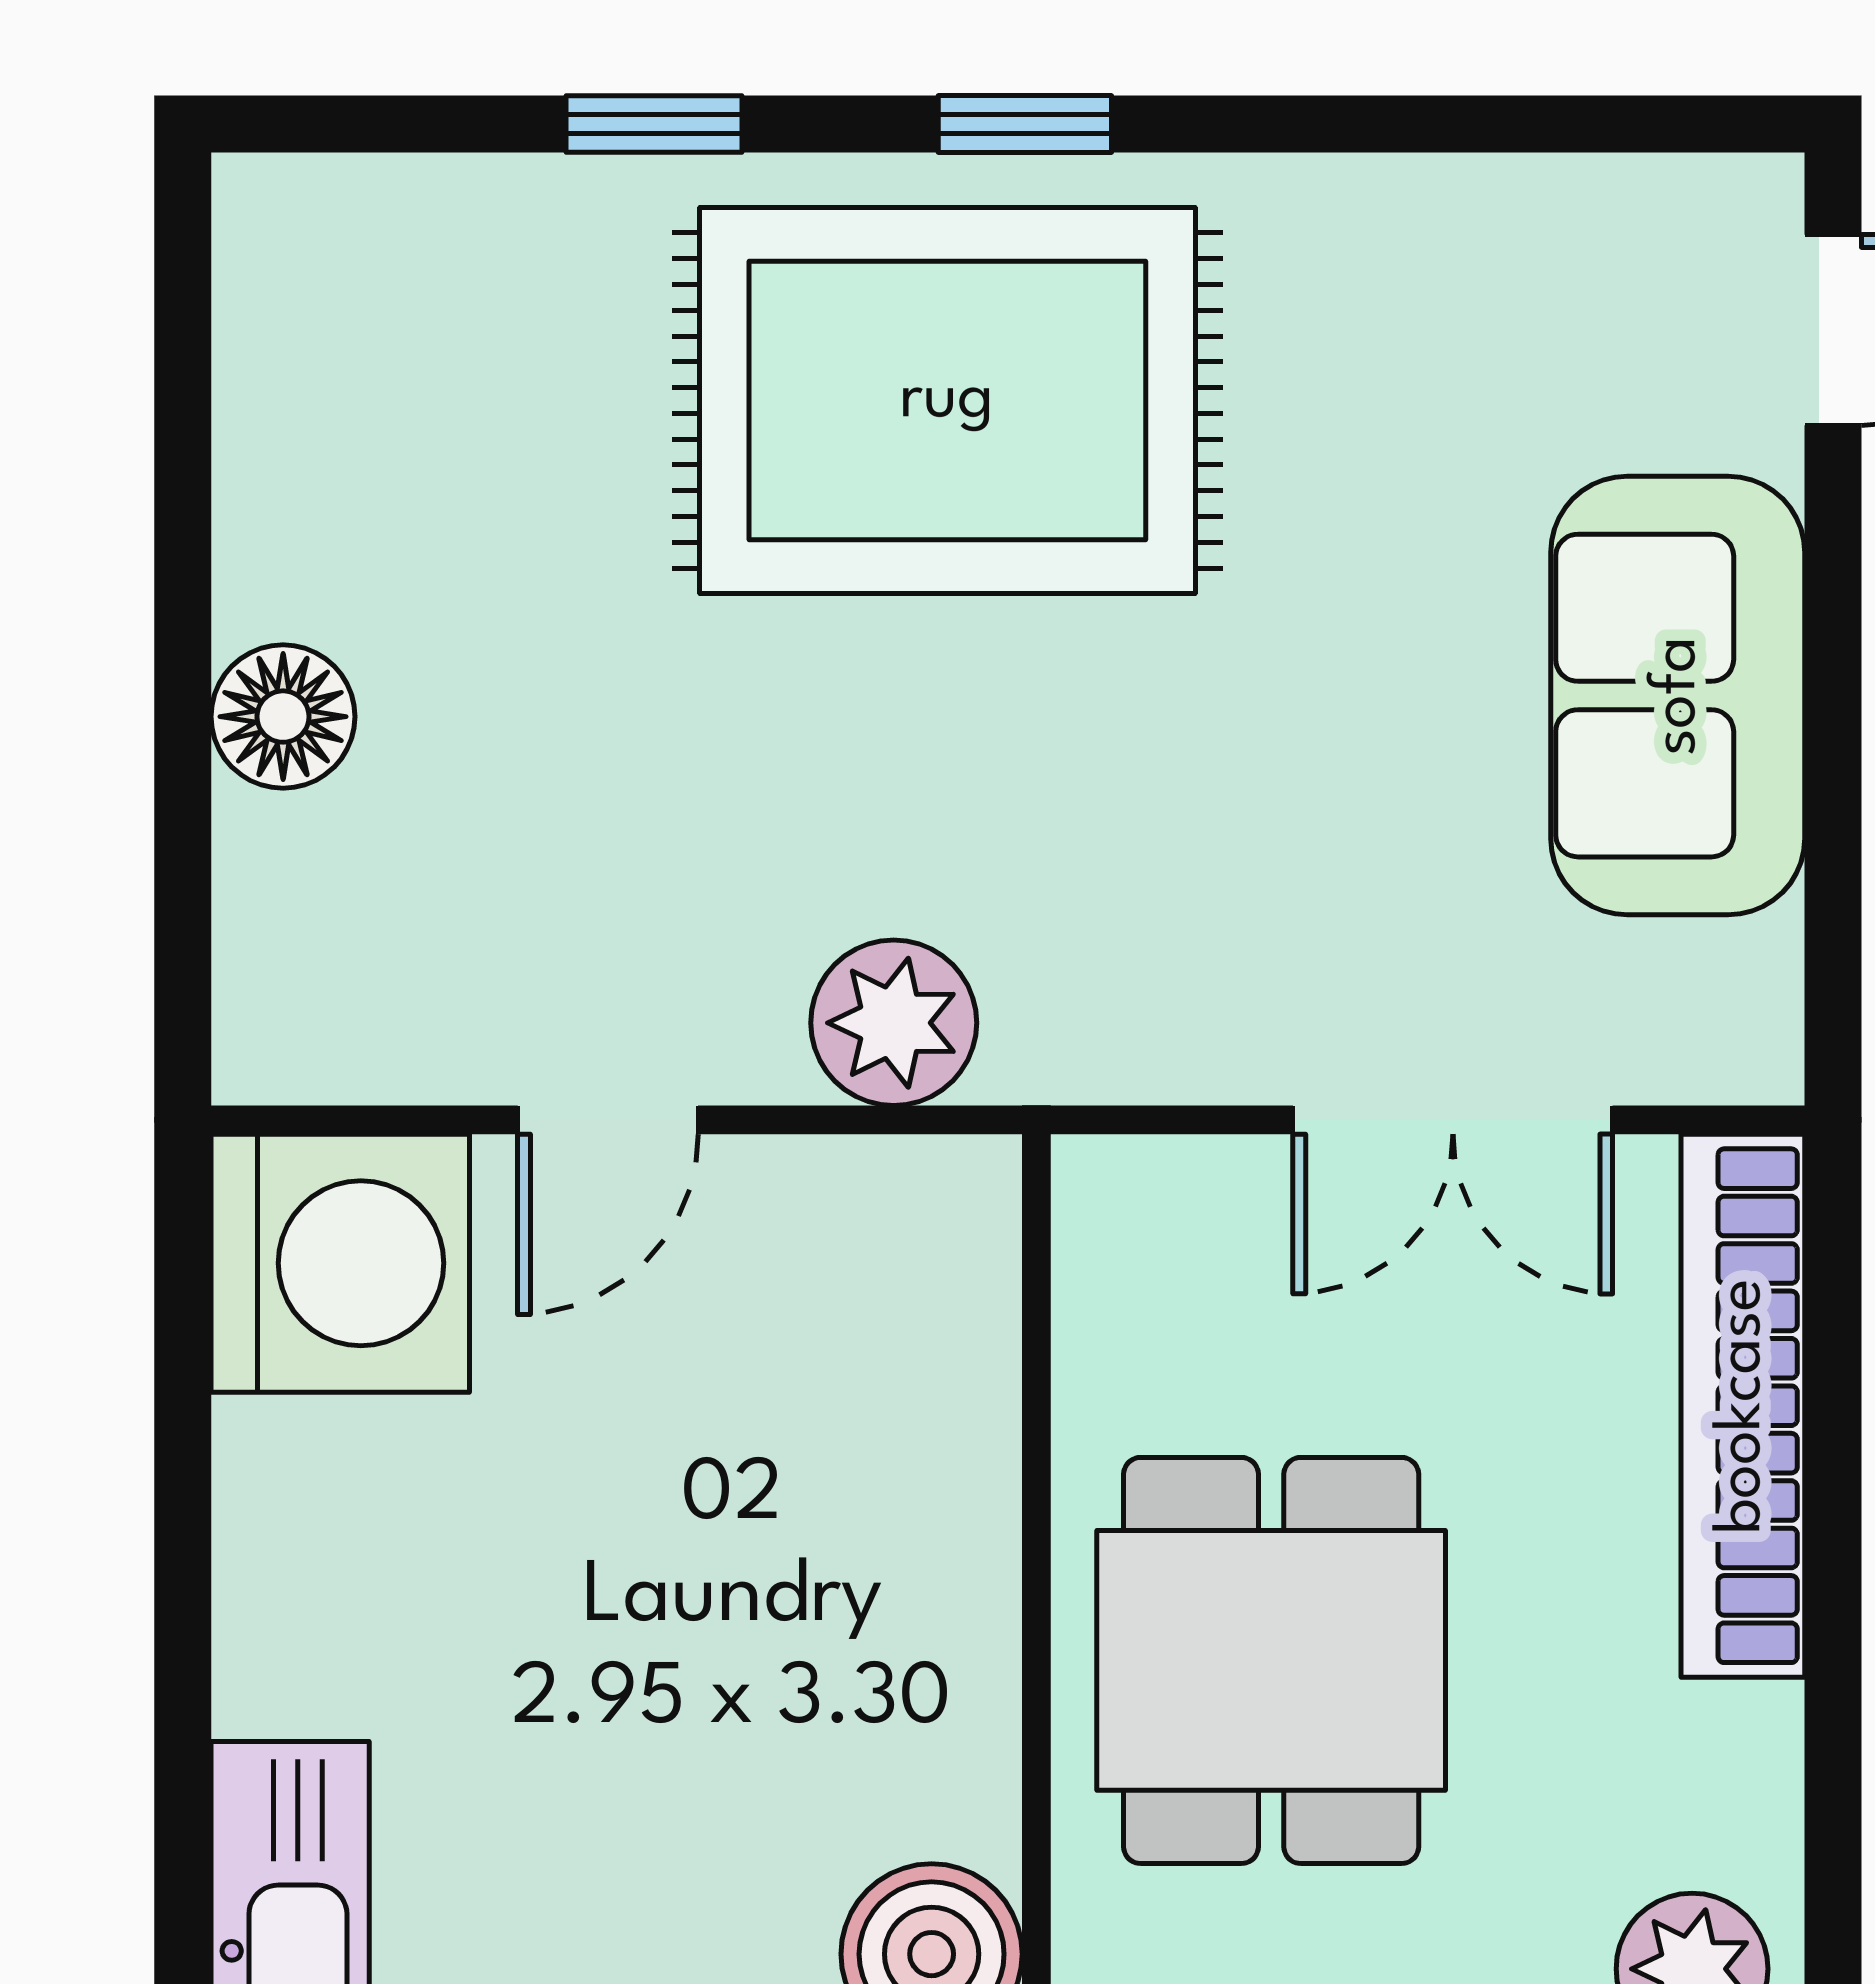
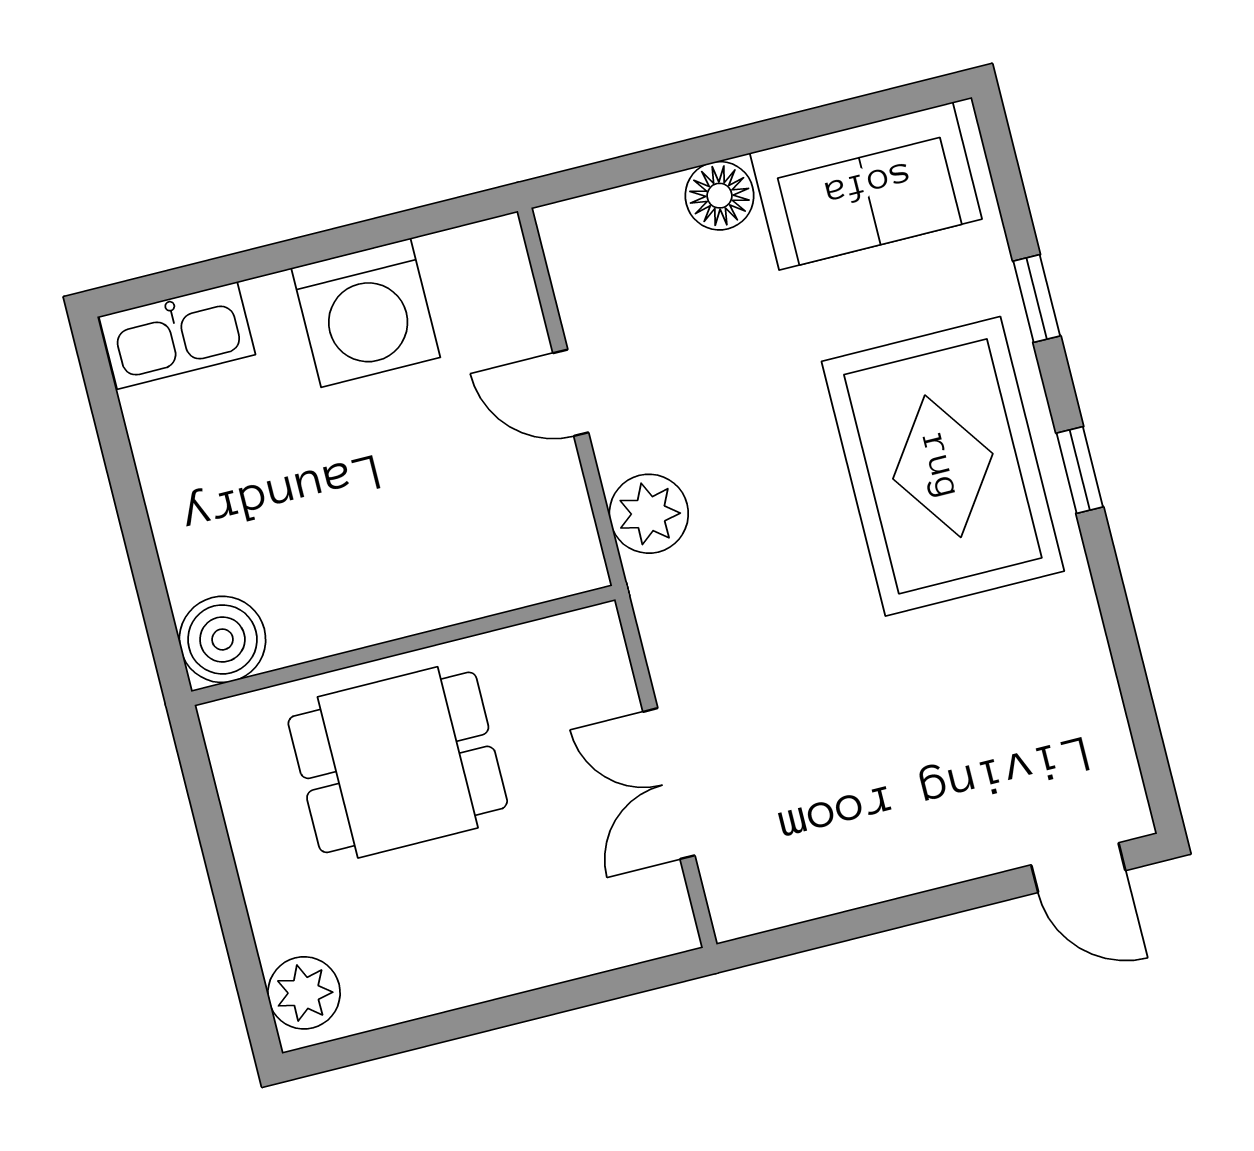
sofa: (1678, 696) -> (866, 186), moved, turned 180
washing machine: (340, 1263) -> (366, 313), moved
bookcase: (1743, 1406) -> (570, 951), removed

